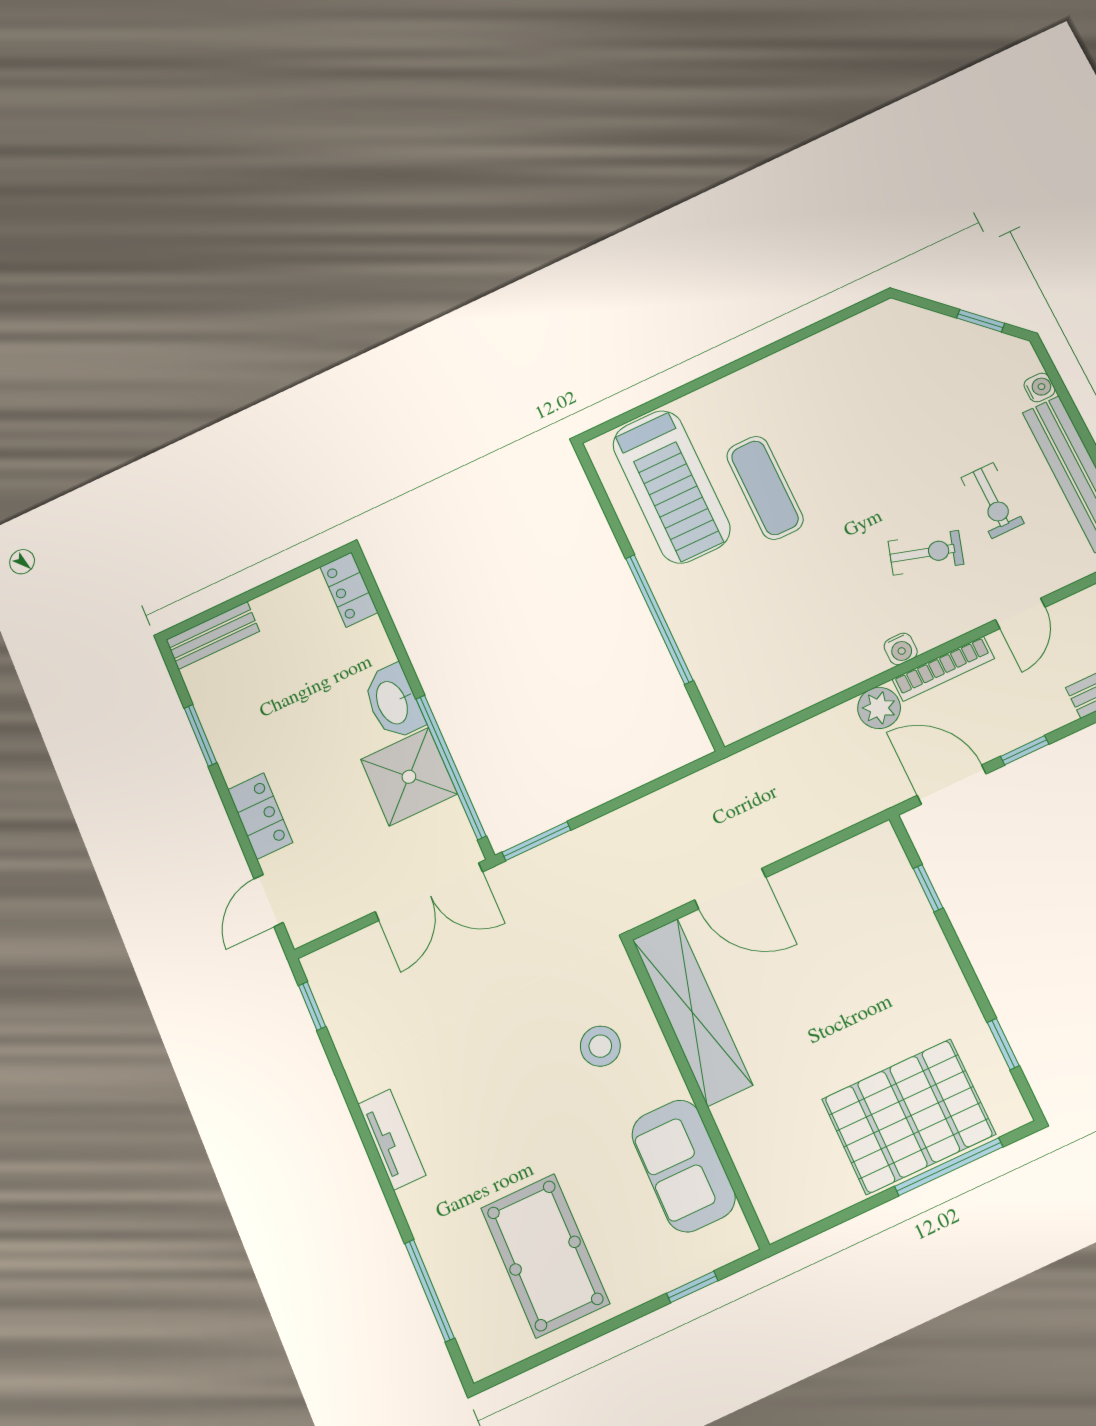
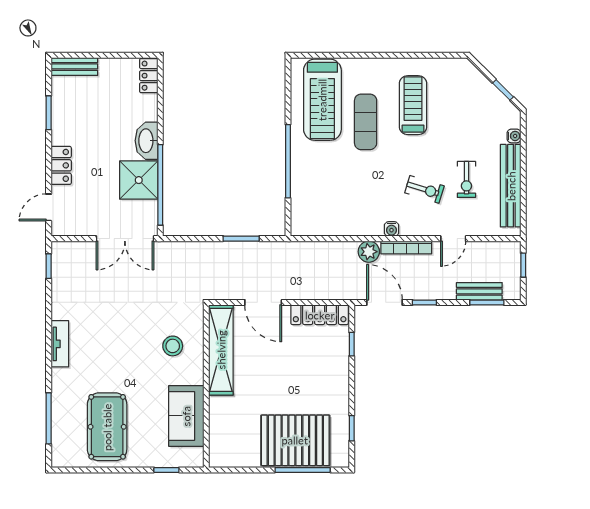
treadmill: (835, 420) -> (413, 105), added
window: (536, 841) -> (241, 239), moved
locker: (844, 862) -> (320, 315), added

